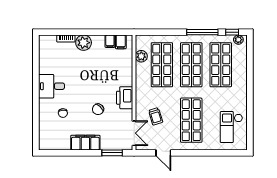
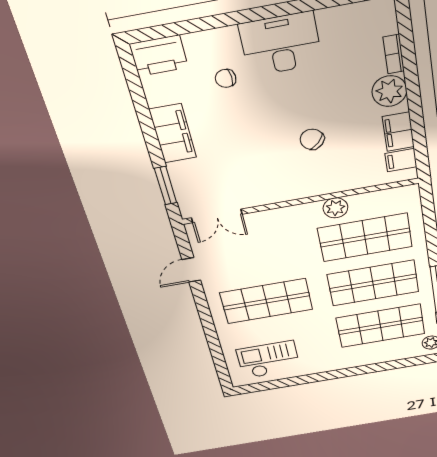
filing cabinet: (110, 41) -> (398, 132), width x2.00
plant: (141, 56) -> (335, 208), moved
desk: (51, 86) -> (281, 44), width x1.37
printer: (125, 98) -> (159, 56), moved, turned 180
chair: (98, 109) -> (312, 139), moved
trolley: (156, 116) -> (260, 245), removed

